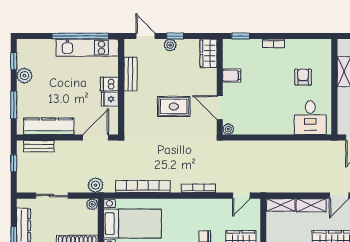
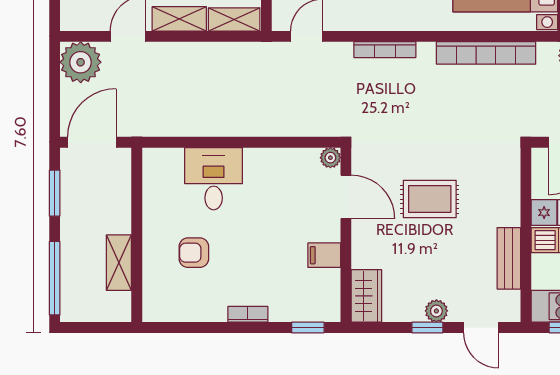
armchair: (303, 77) -> (194, 253), turned 90
desk: (310, 118) -> (214, 179), moved

